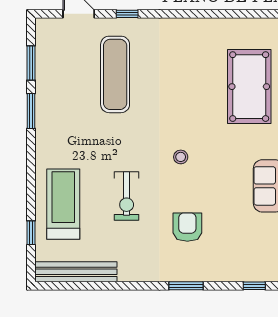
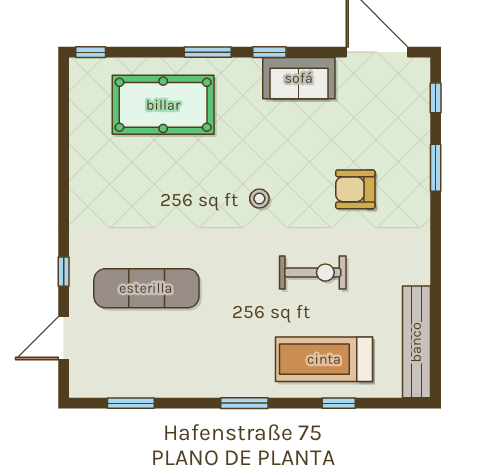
window: (31, 111) -> (244, 403), moved
window: (31, 233) -> (339, 403), moved
window: (186, 286) -> (436, 168), moved

